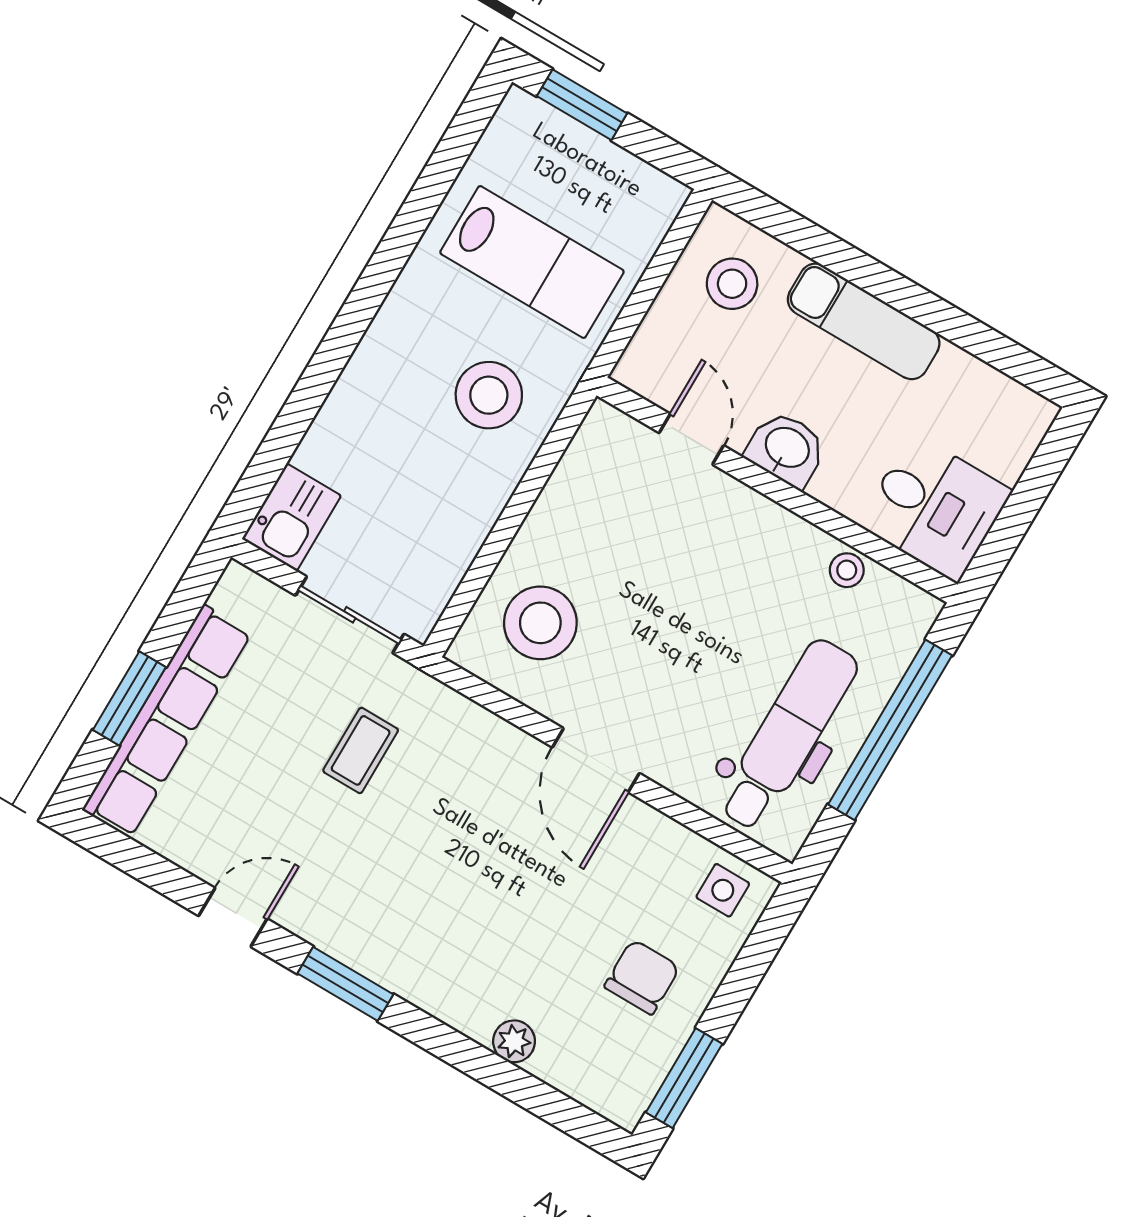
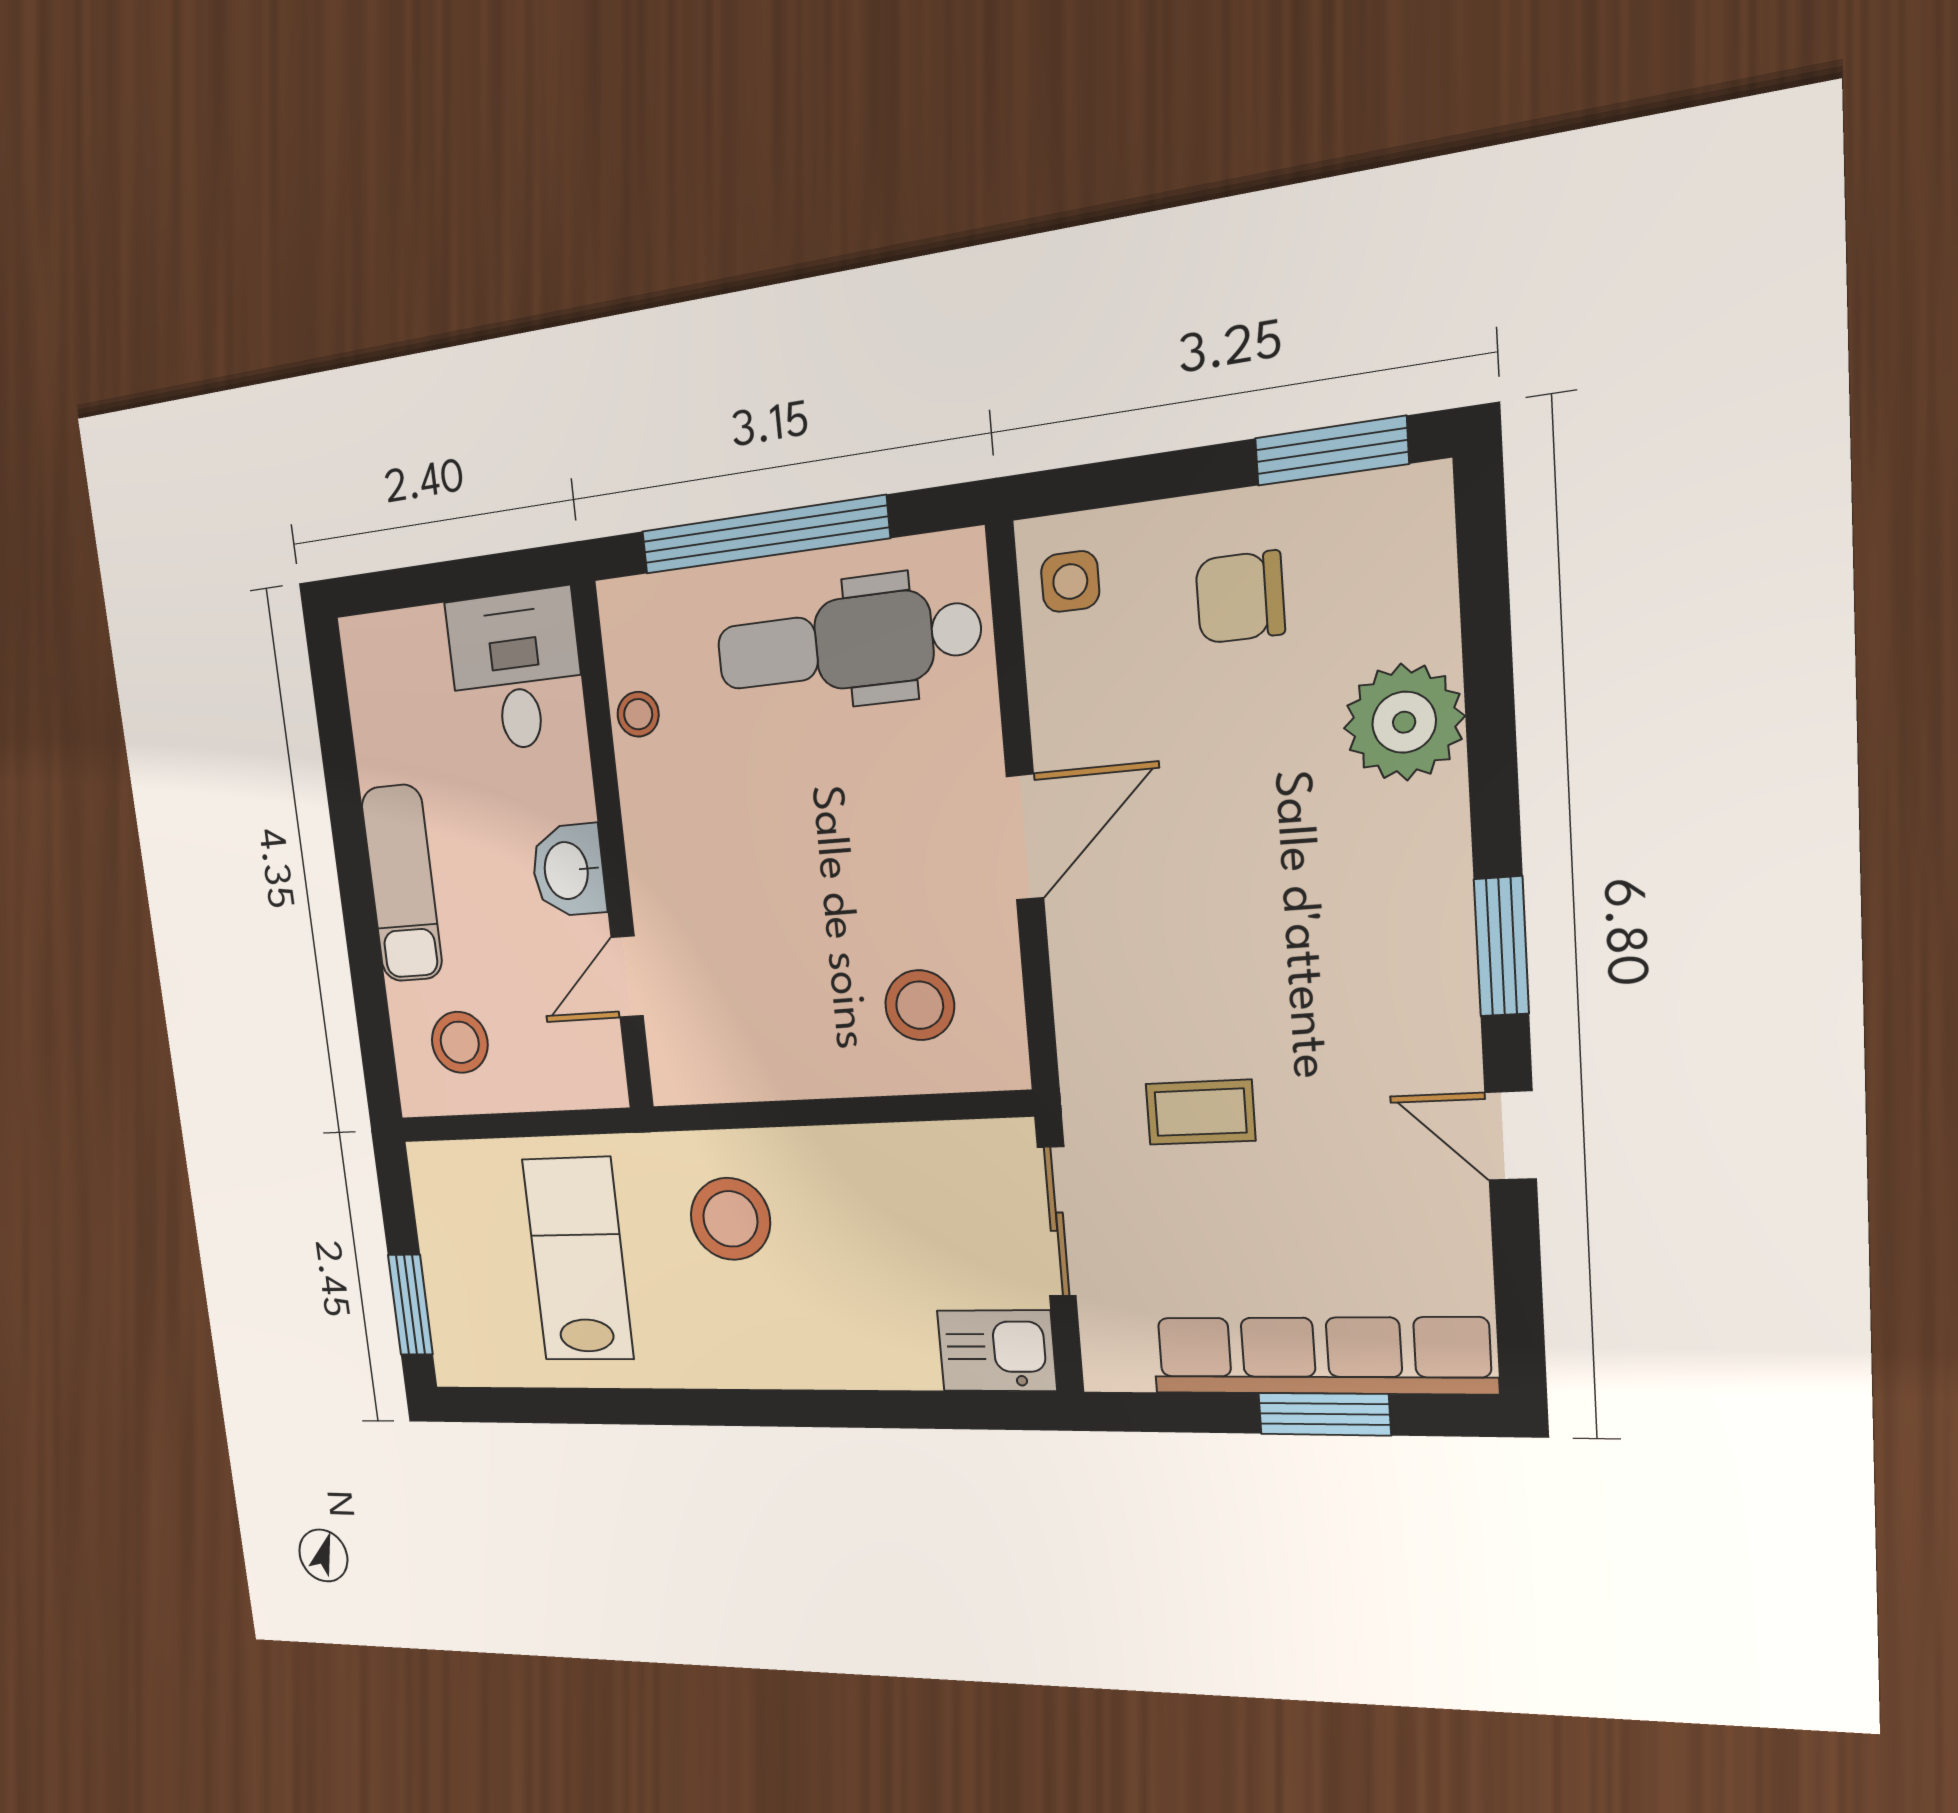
stool: (540, 623) -> (920, 1005), width x0.73, depth x0.73
plant: (514, 1041) -> (1404, 722), width x1.88, depth x1.88

